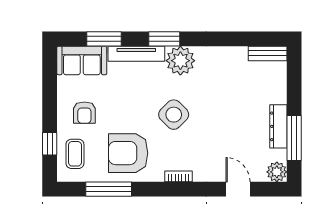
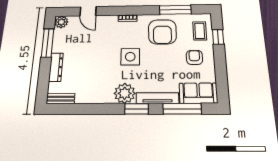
window: (104, 39) -> (182, 109), width x1.44
side table: (174, 115) -> (130, 57), turned 45
dresser: (278, 126) -> (56, 67), moved
armchair: (128, 153) -> (162, 32), turned 90

